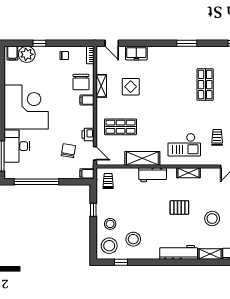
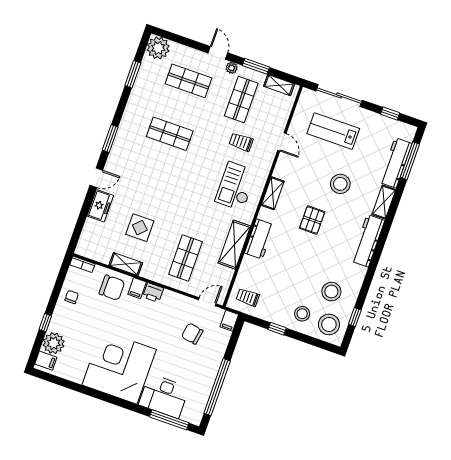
door: (112, 43) -> (96, 178), moved
printer: (88, 135) -> (153, 292), moved
checkout: (184, 145) -> (236, 186), turned 180

